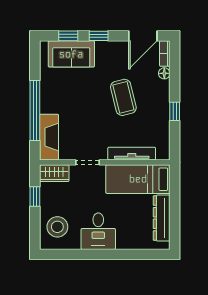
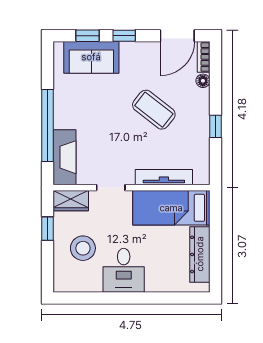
coffee table: (123, 97) -> (154, 110), turned -38
stool: (57, 227) -> (83, 248), moved

